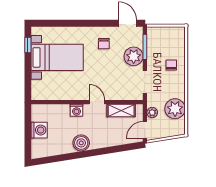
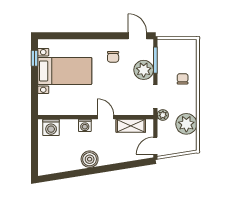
plant: (152, 113) -> (163, 115), moved
washing machine: (39, 130) -> (51, 127), moved, turned 90

